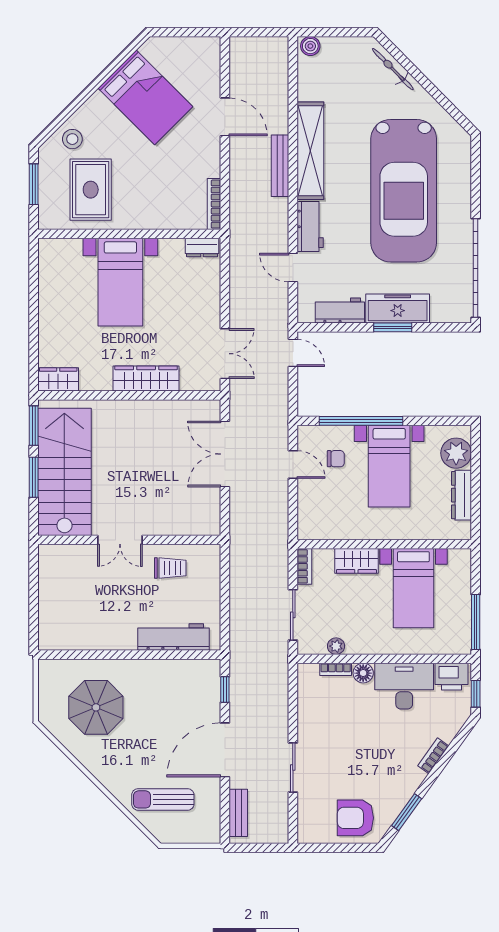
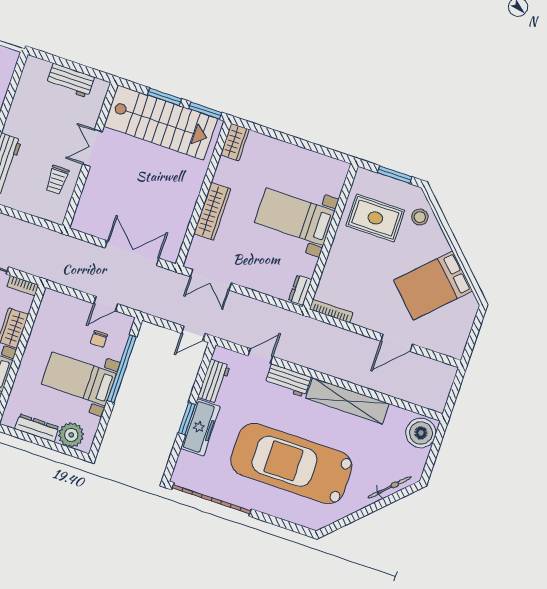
boiler: (310, 46) -> (421, 433), width x1.86, depth x1.86
bench: (280, 166) -> (344, 373), removed
workbench: (52, 591) -> (70, 81), added

